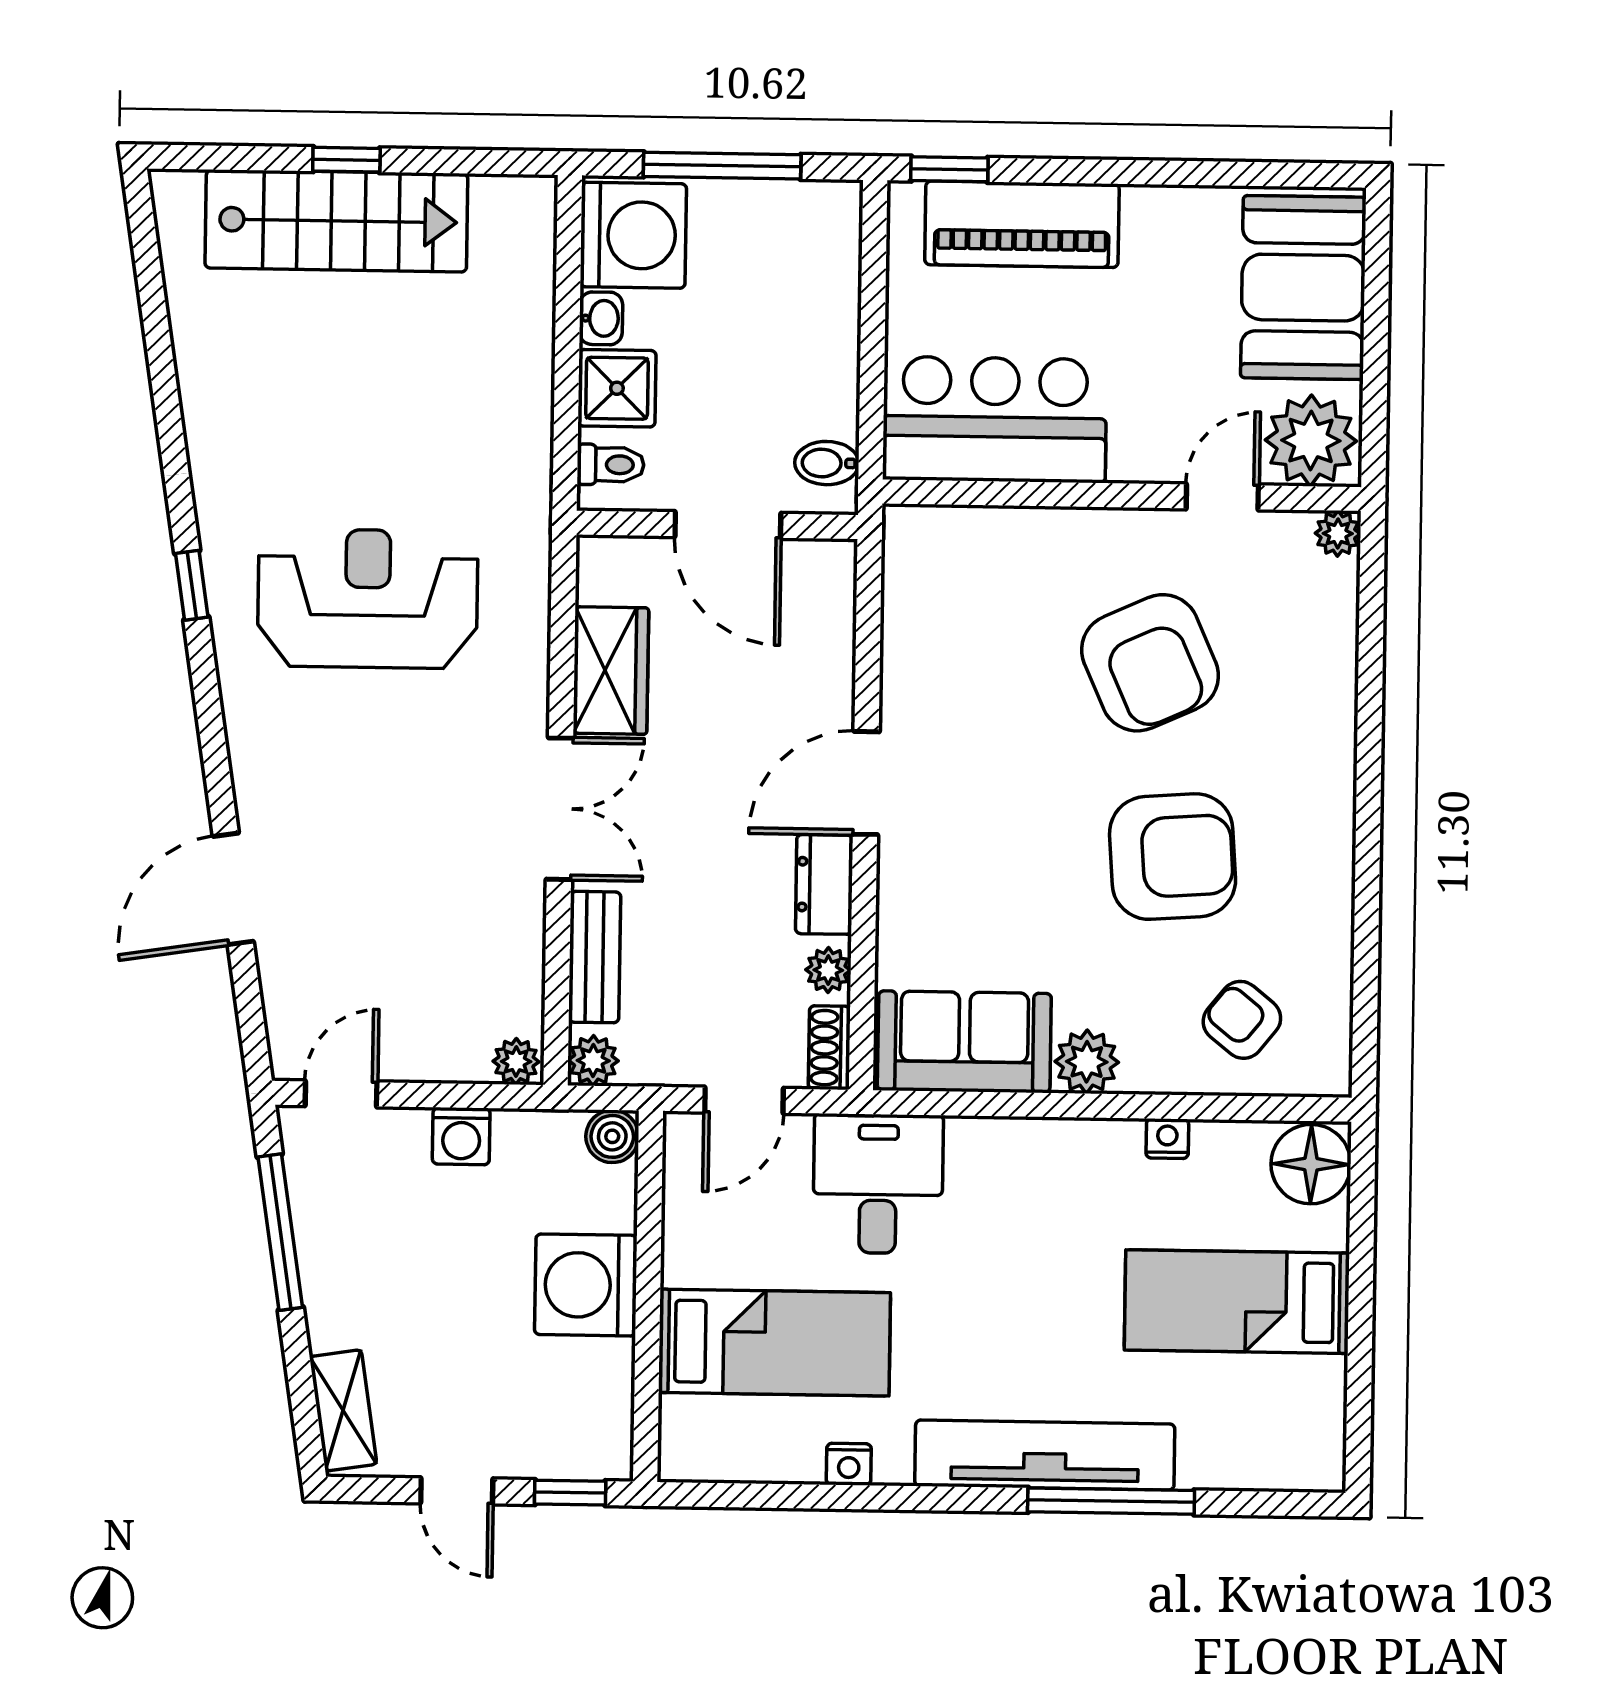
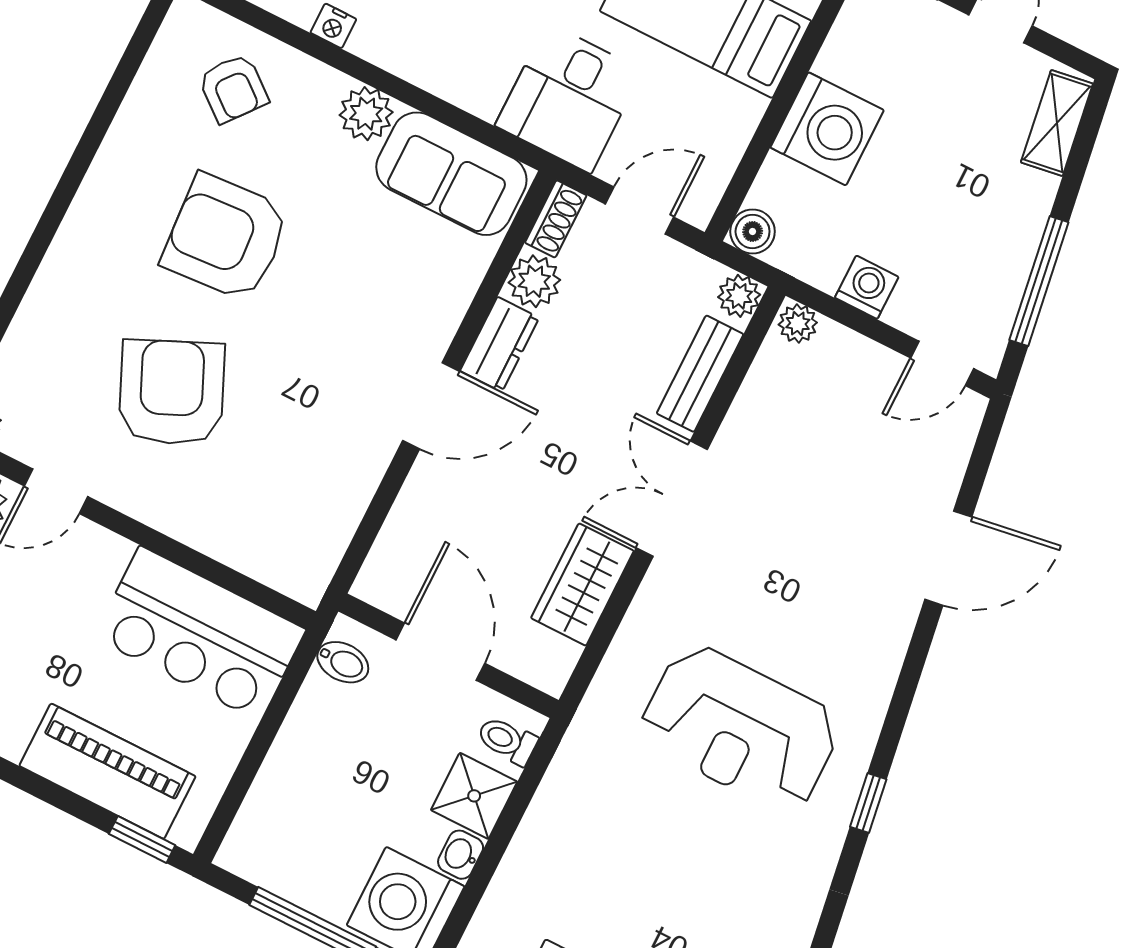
plant: (828, 970) -> (534, 281), width x1.38, depth x1.38

